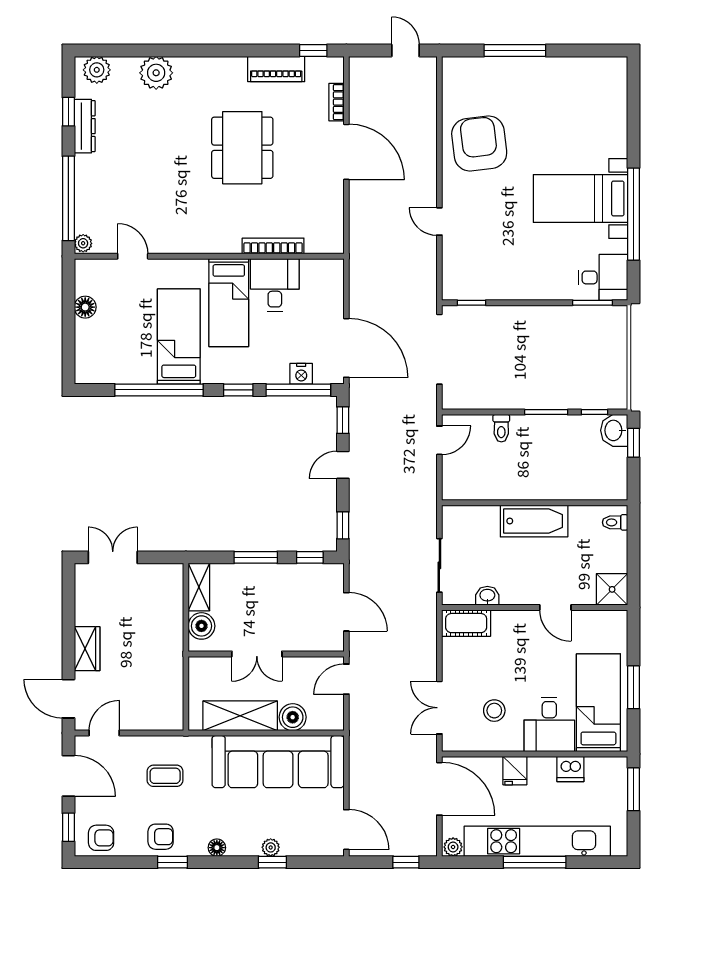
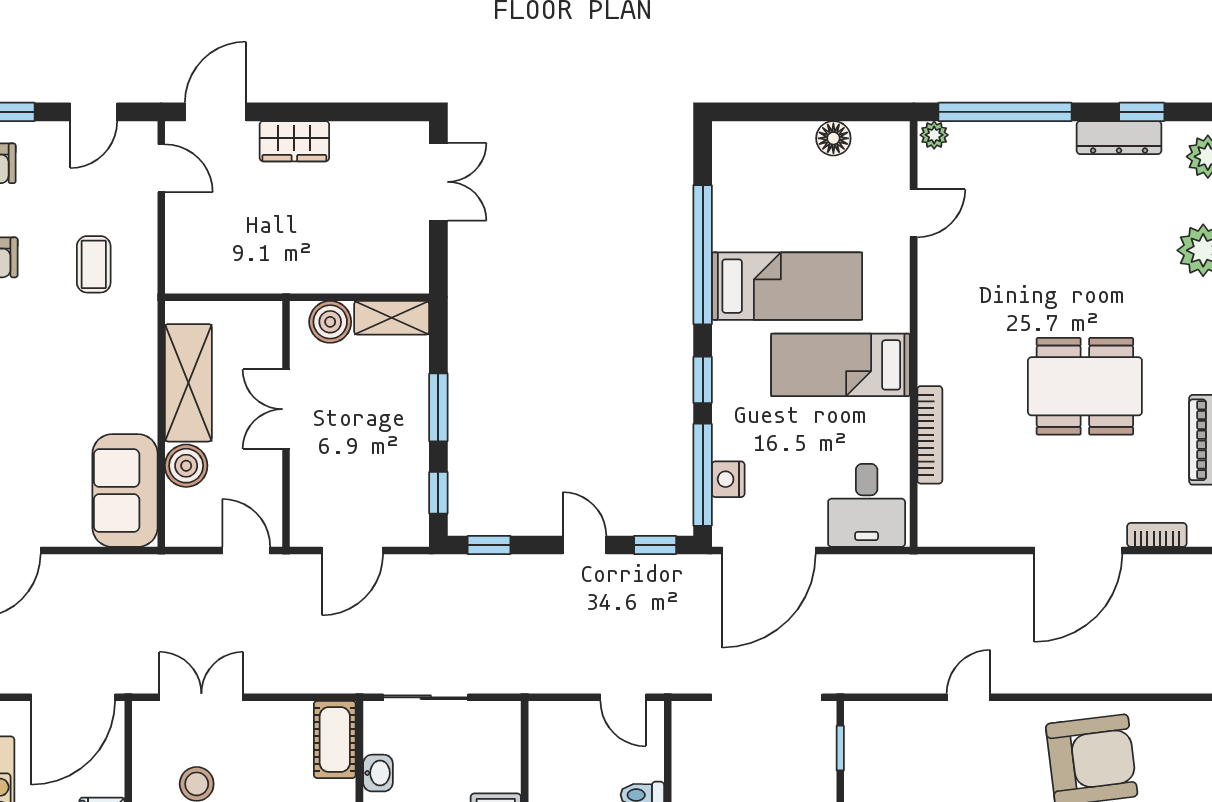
desk: (275, 285) -> (867, 505), moved, turned 90
sofa: (278, 762) -> (125, 491), width x0.54, depth x0.79
door: (68, 776) -> (94, 112), width x0.73

